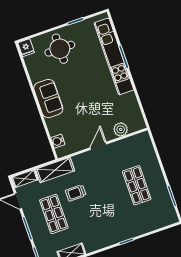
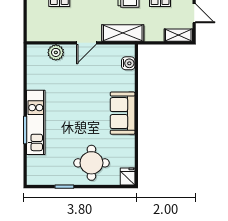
kitchen unit: (114, 56) -> (36, 122), width x0.73
shelving: (55, 170) -> (123, 33), moved

